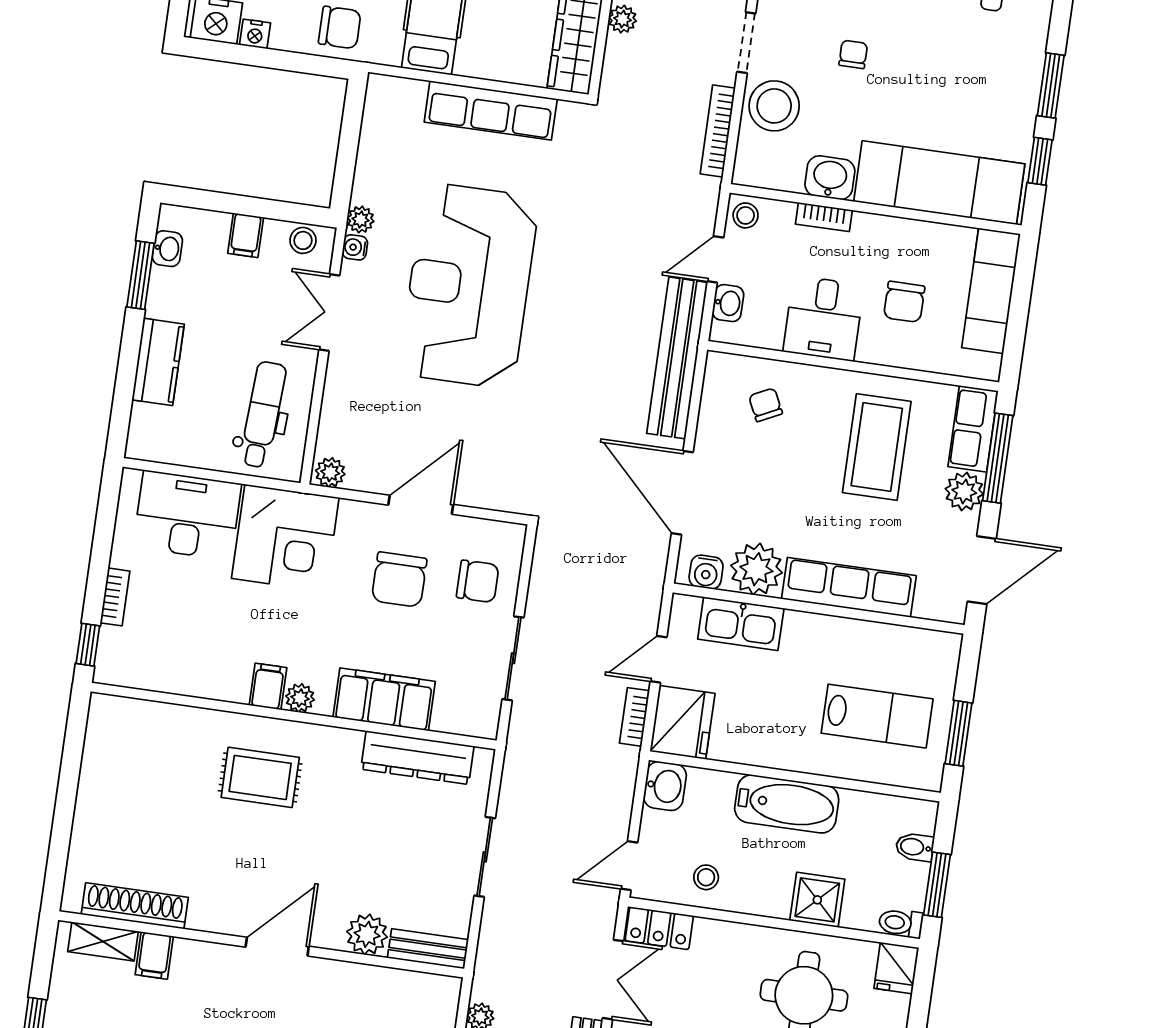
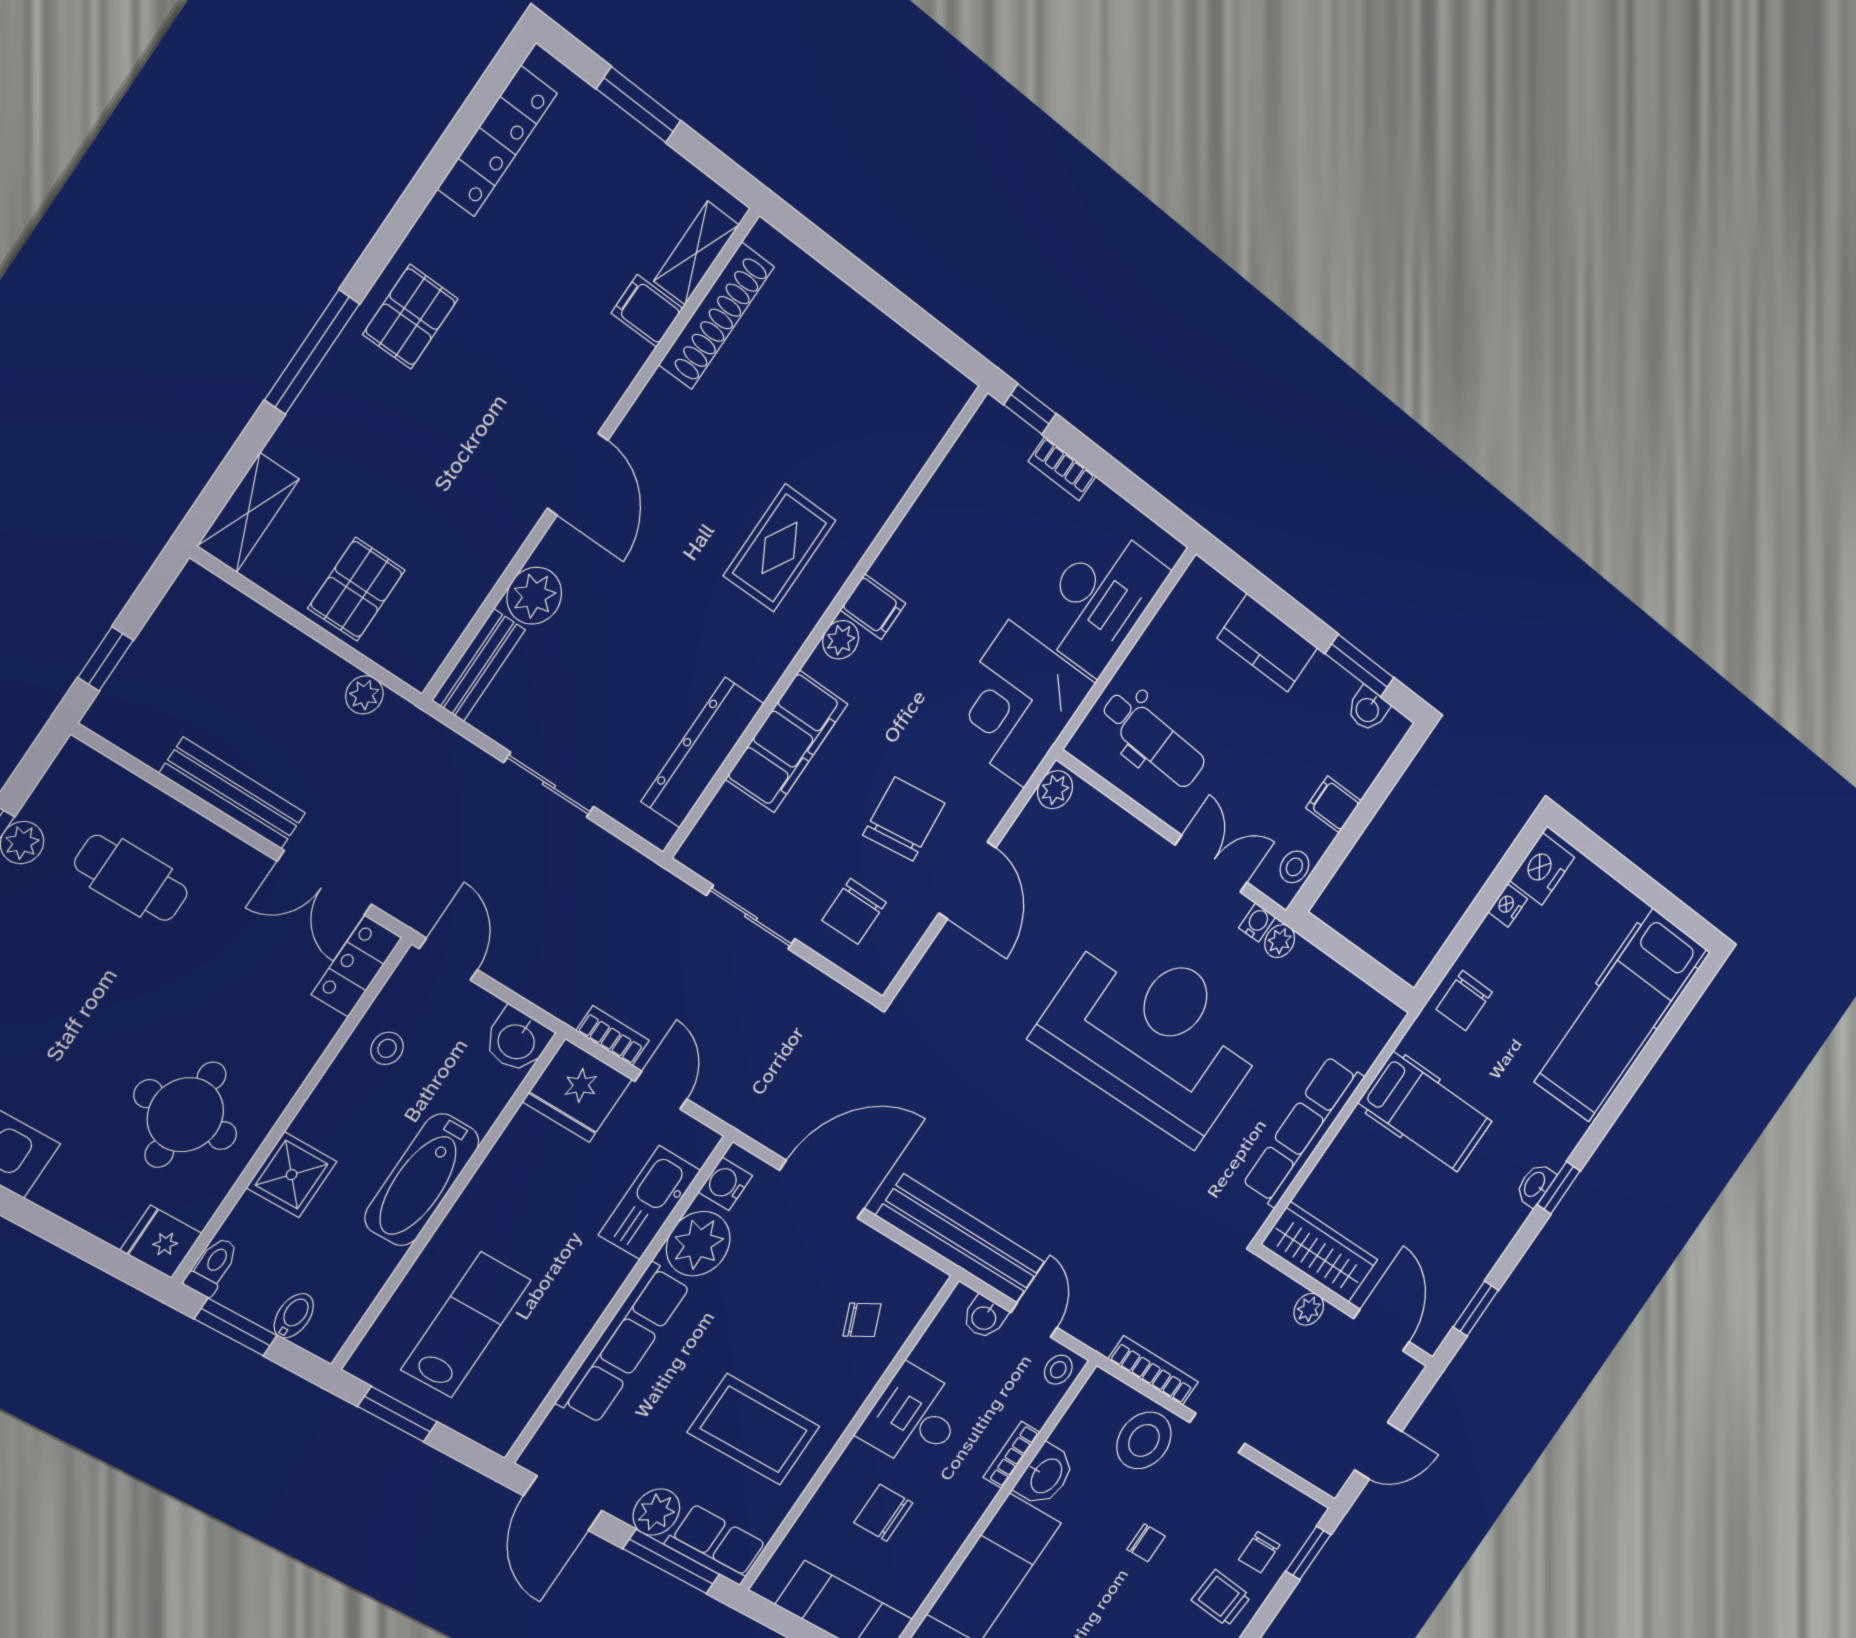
chair: (399, 580) -> (904, 819), turned 84
lab bench: (877, 716) -> (466, 1325), turned 180

